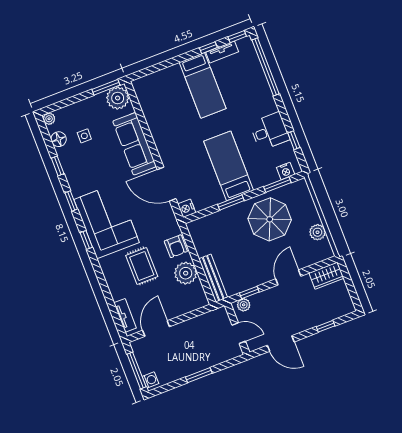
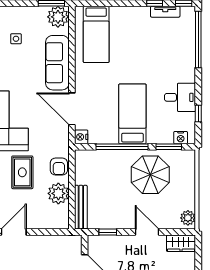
bed: (203, 85) -> (96, 34), moved
window: (231, 203) -> (122, 147), width x2.11
plant: (317, 232) -> (188, 218), moved
door: (288, 277) -> (147, 232), hinge flipped
plant: (244, 305) -> (99, 241), removed

